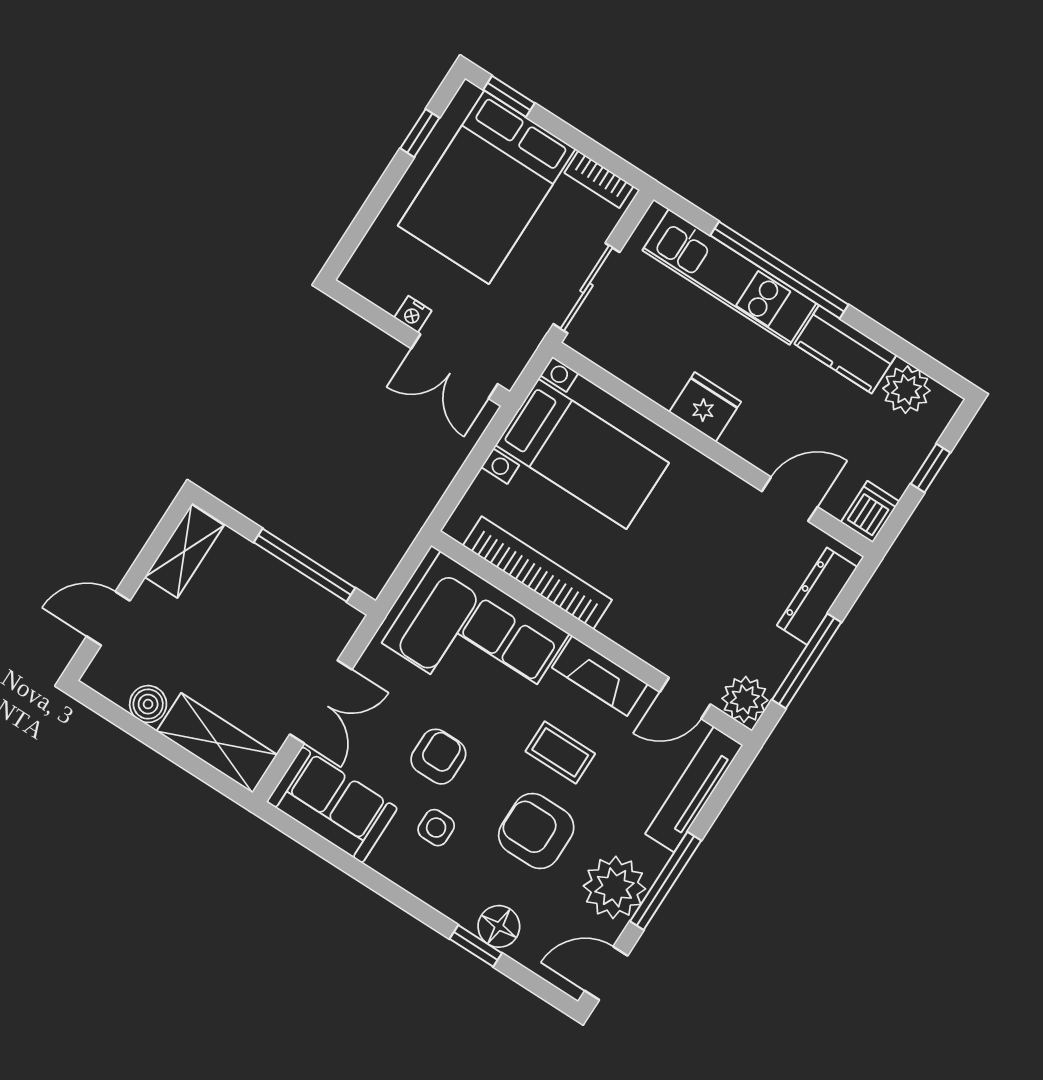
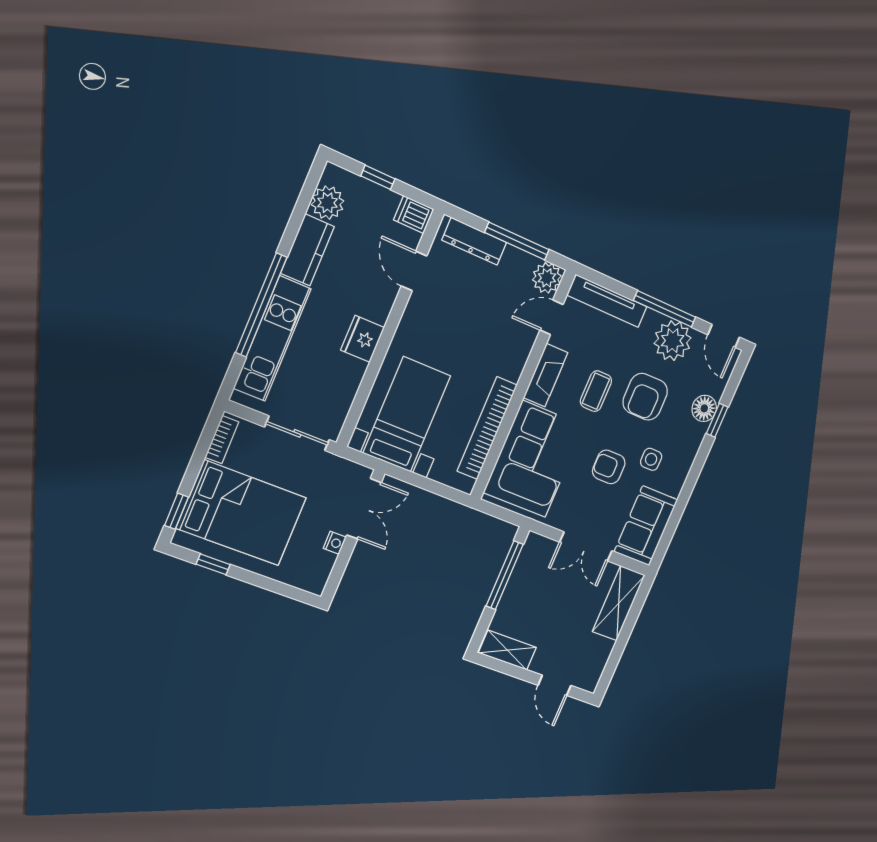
door: (685, 698) -> (552, 317), swing flipped
double door: (321, 702) -> (586, 546), swing flipped
boiler: (148, 704) -> (602, 650), removed

